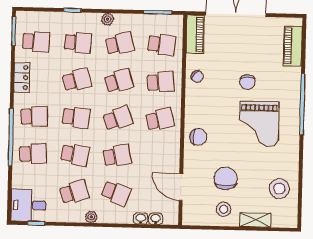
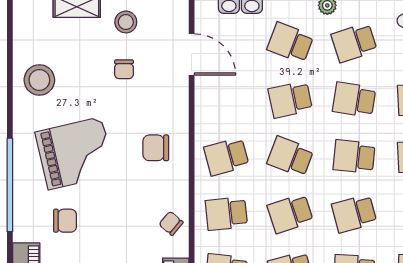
chair: (247, 82) -> (65, 221), moved, turned 90
school desk: (118, 118) -> (290, 157), turned 42
grand piano: (259, 124) -> (75, 153), turned 77
chair: (198, 137) -> (156, 148), moved
chair: (226, 178) -> (124, 69), width x0.54, depth x0.54
stool: (279, 189) -> (39, 80), moved

